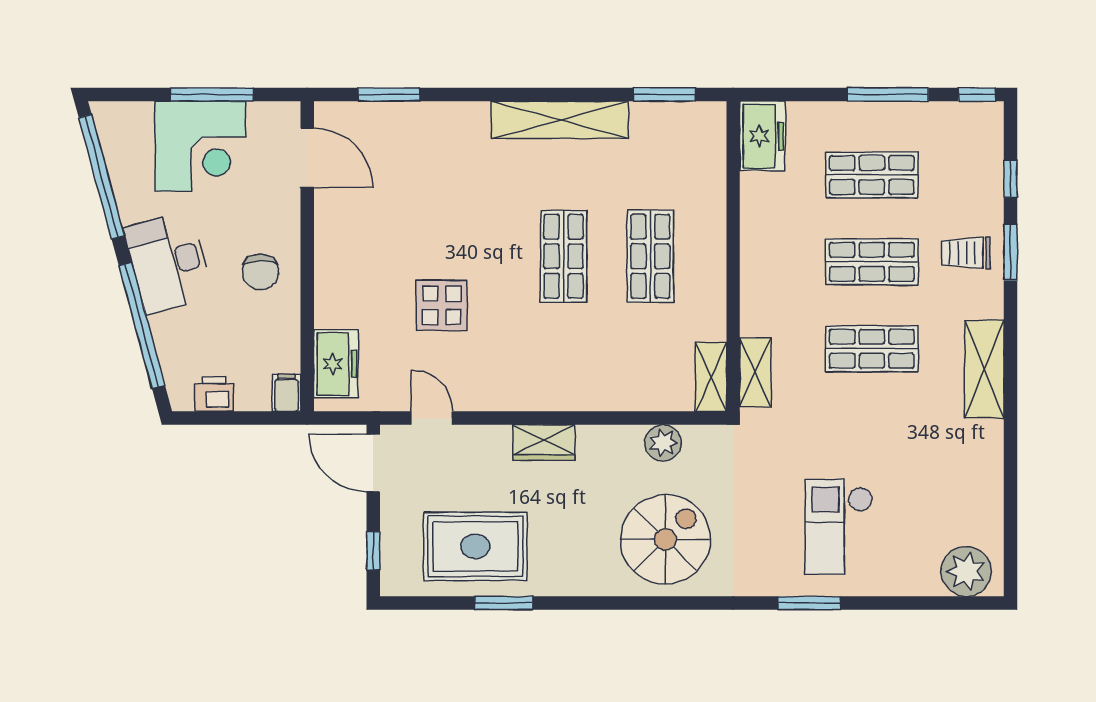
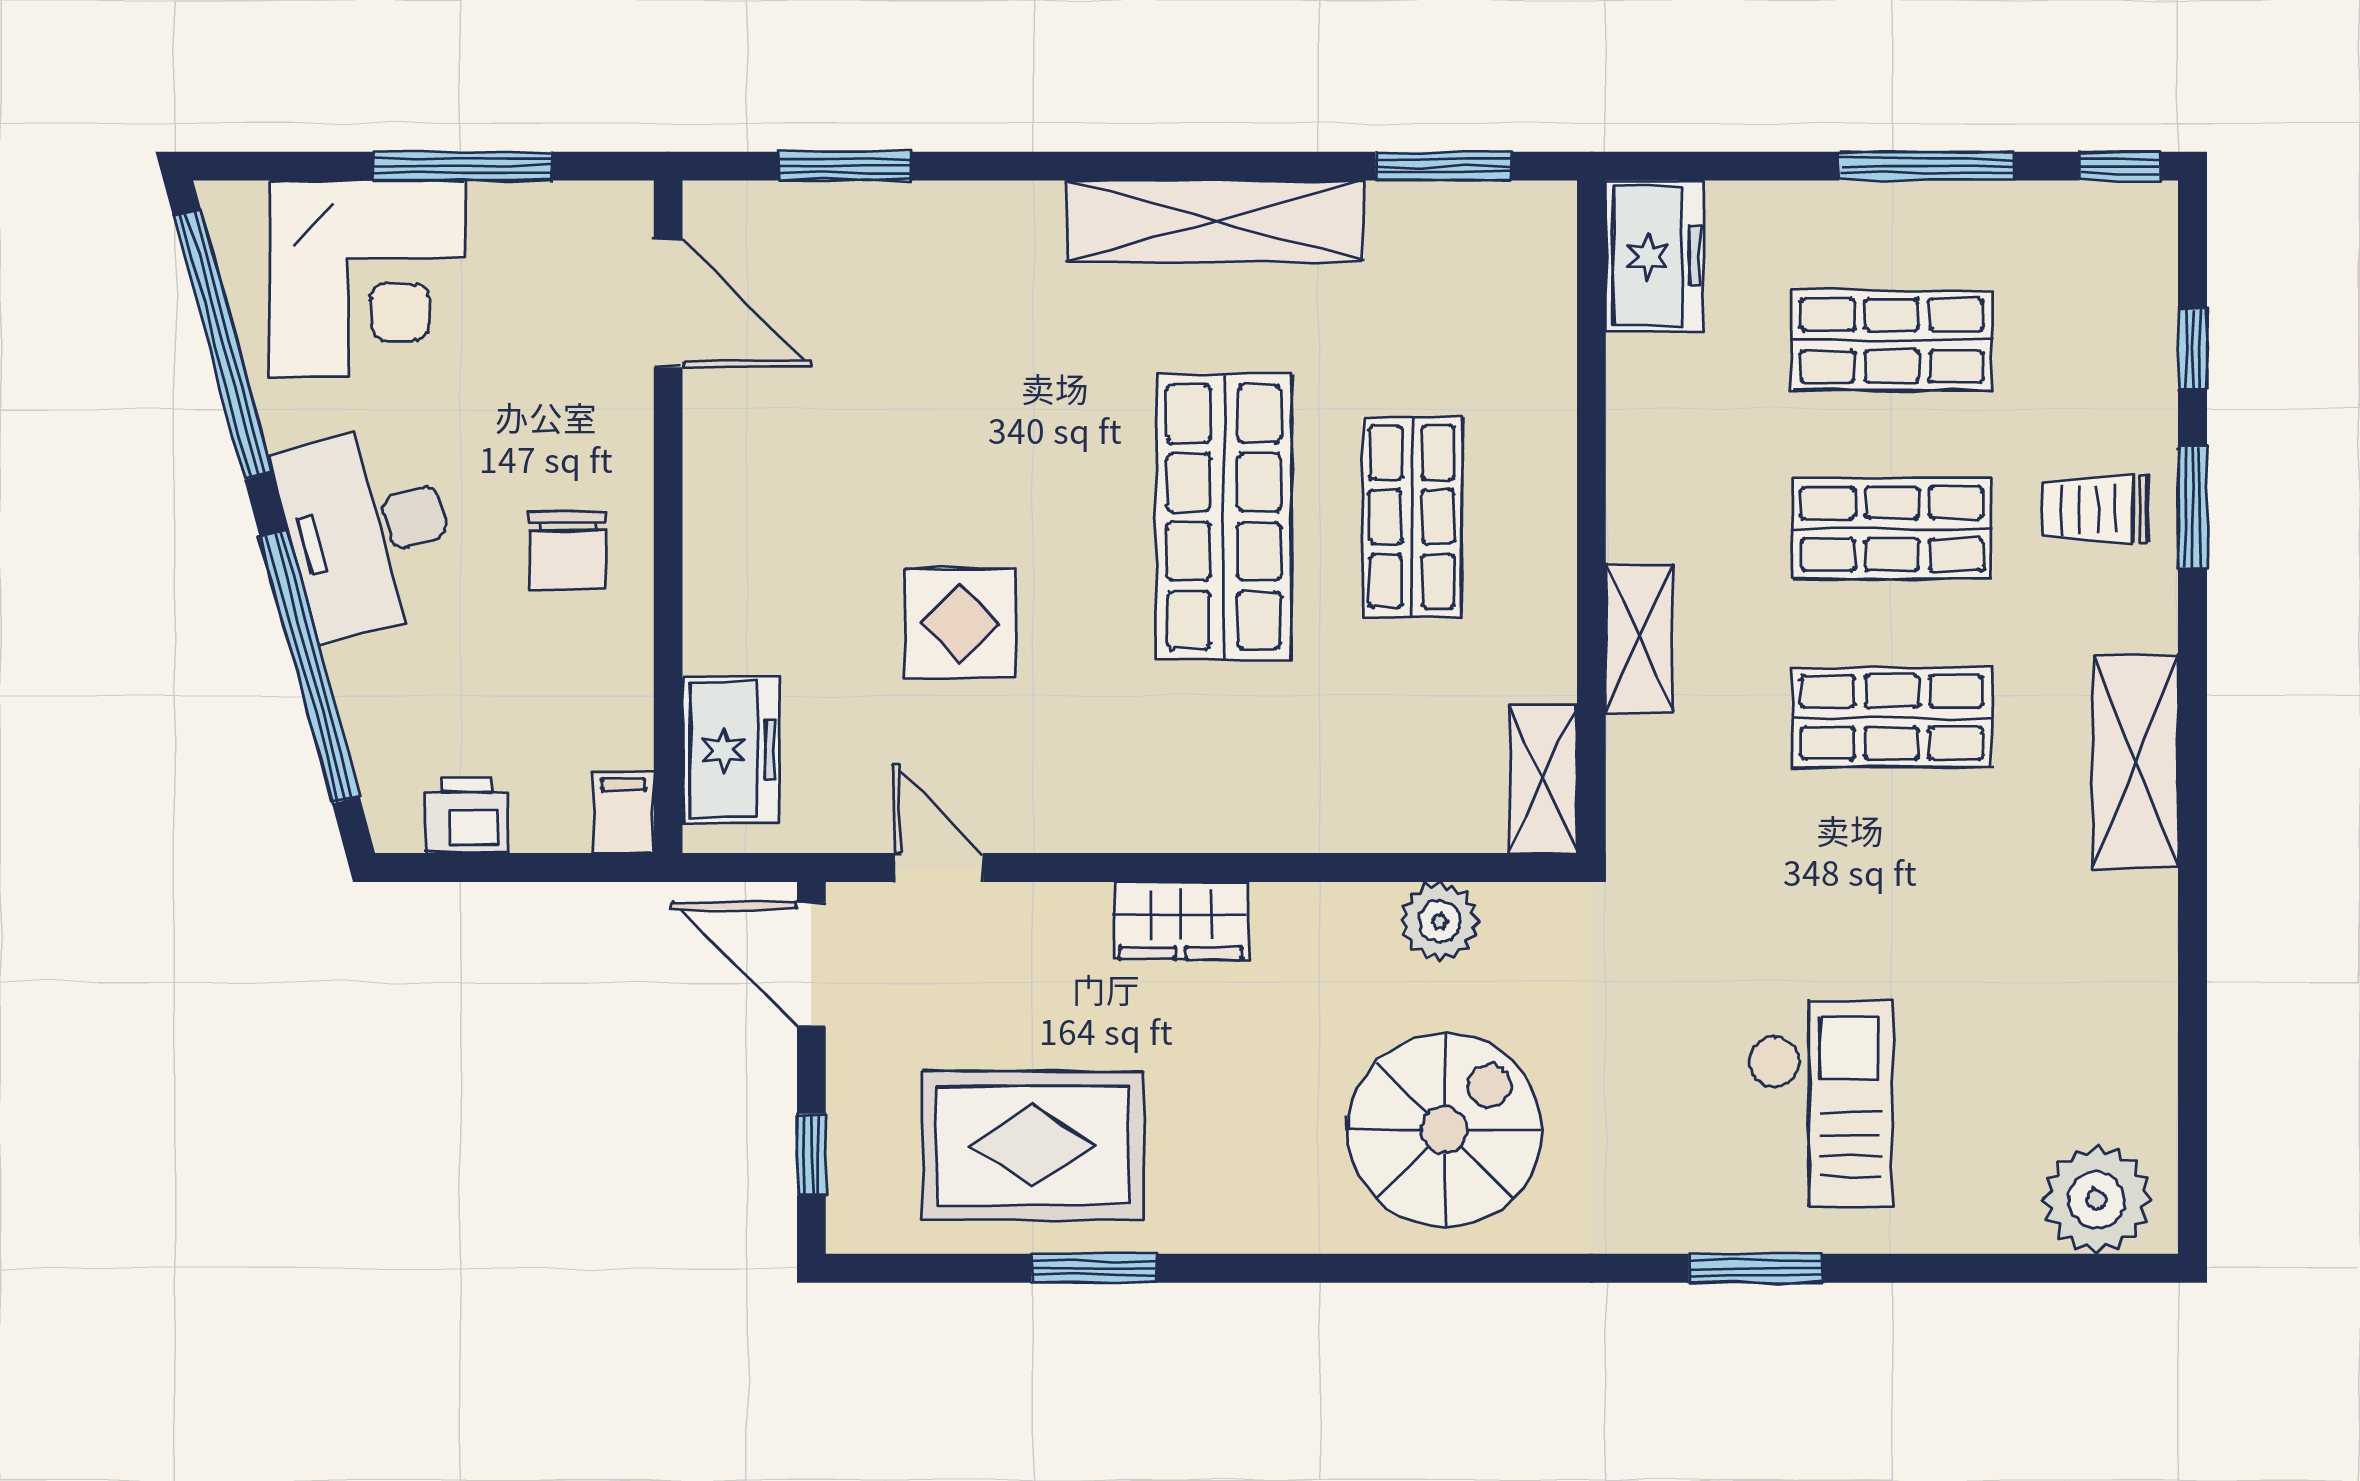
corner desk: (200, 146) -> (367, 278), moved
shop shelf: (564, 256) -> (1224, 517), width x1.43, depth x1.36
shelving: (755, 372) -> (1639, 638), moved
checkout: (839, 527) -> (1820, 1104), turned 180

